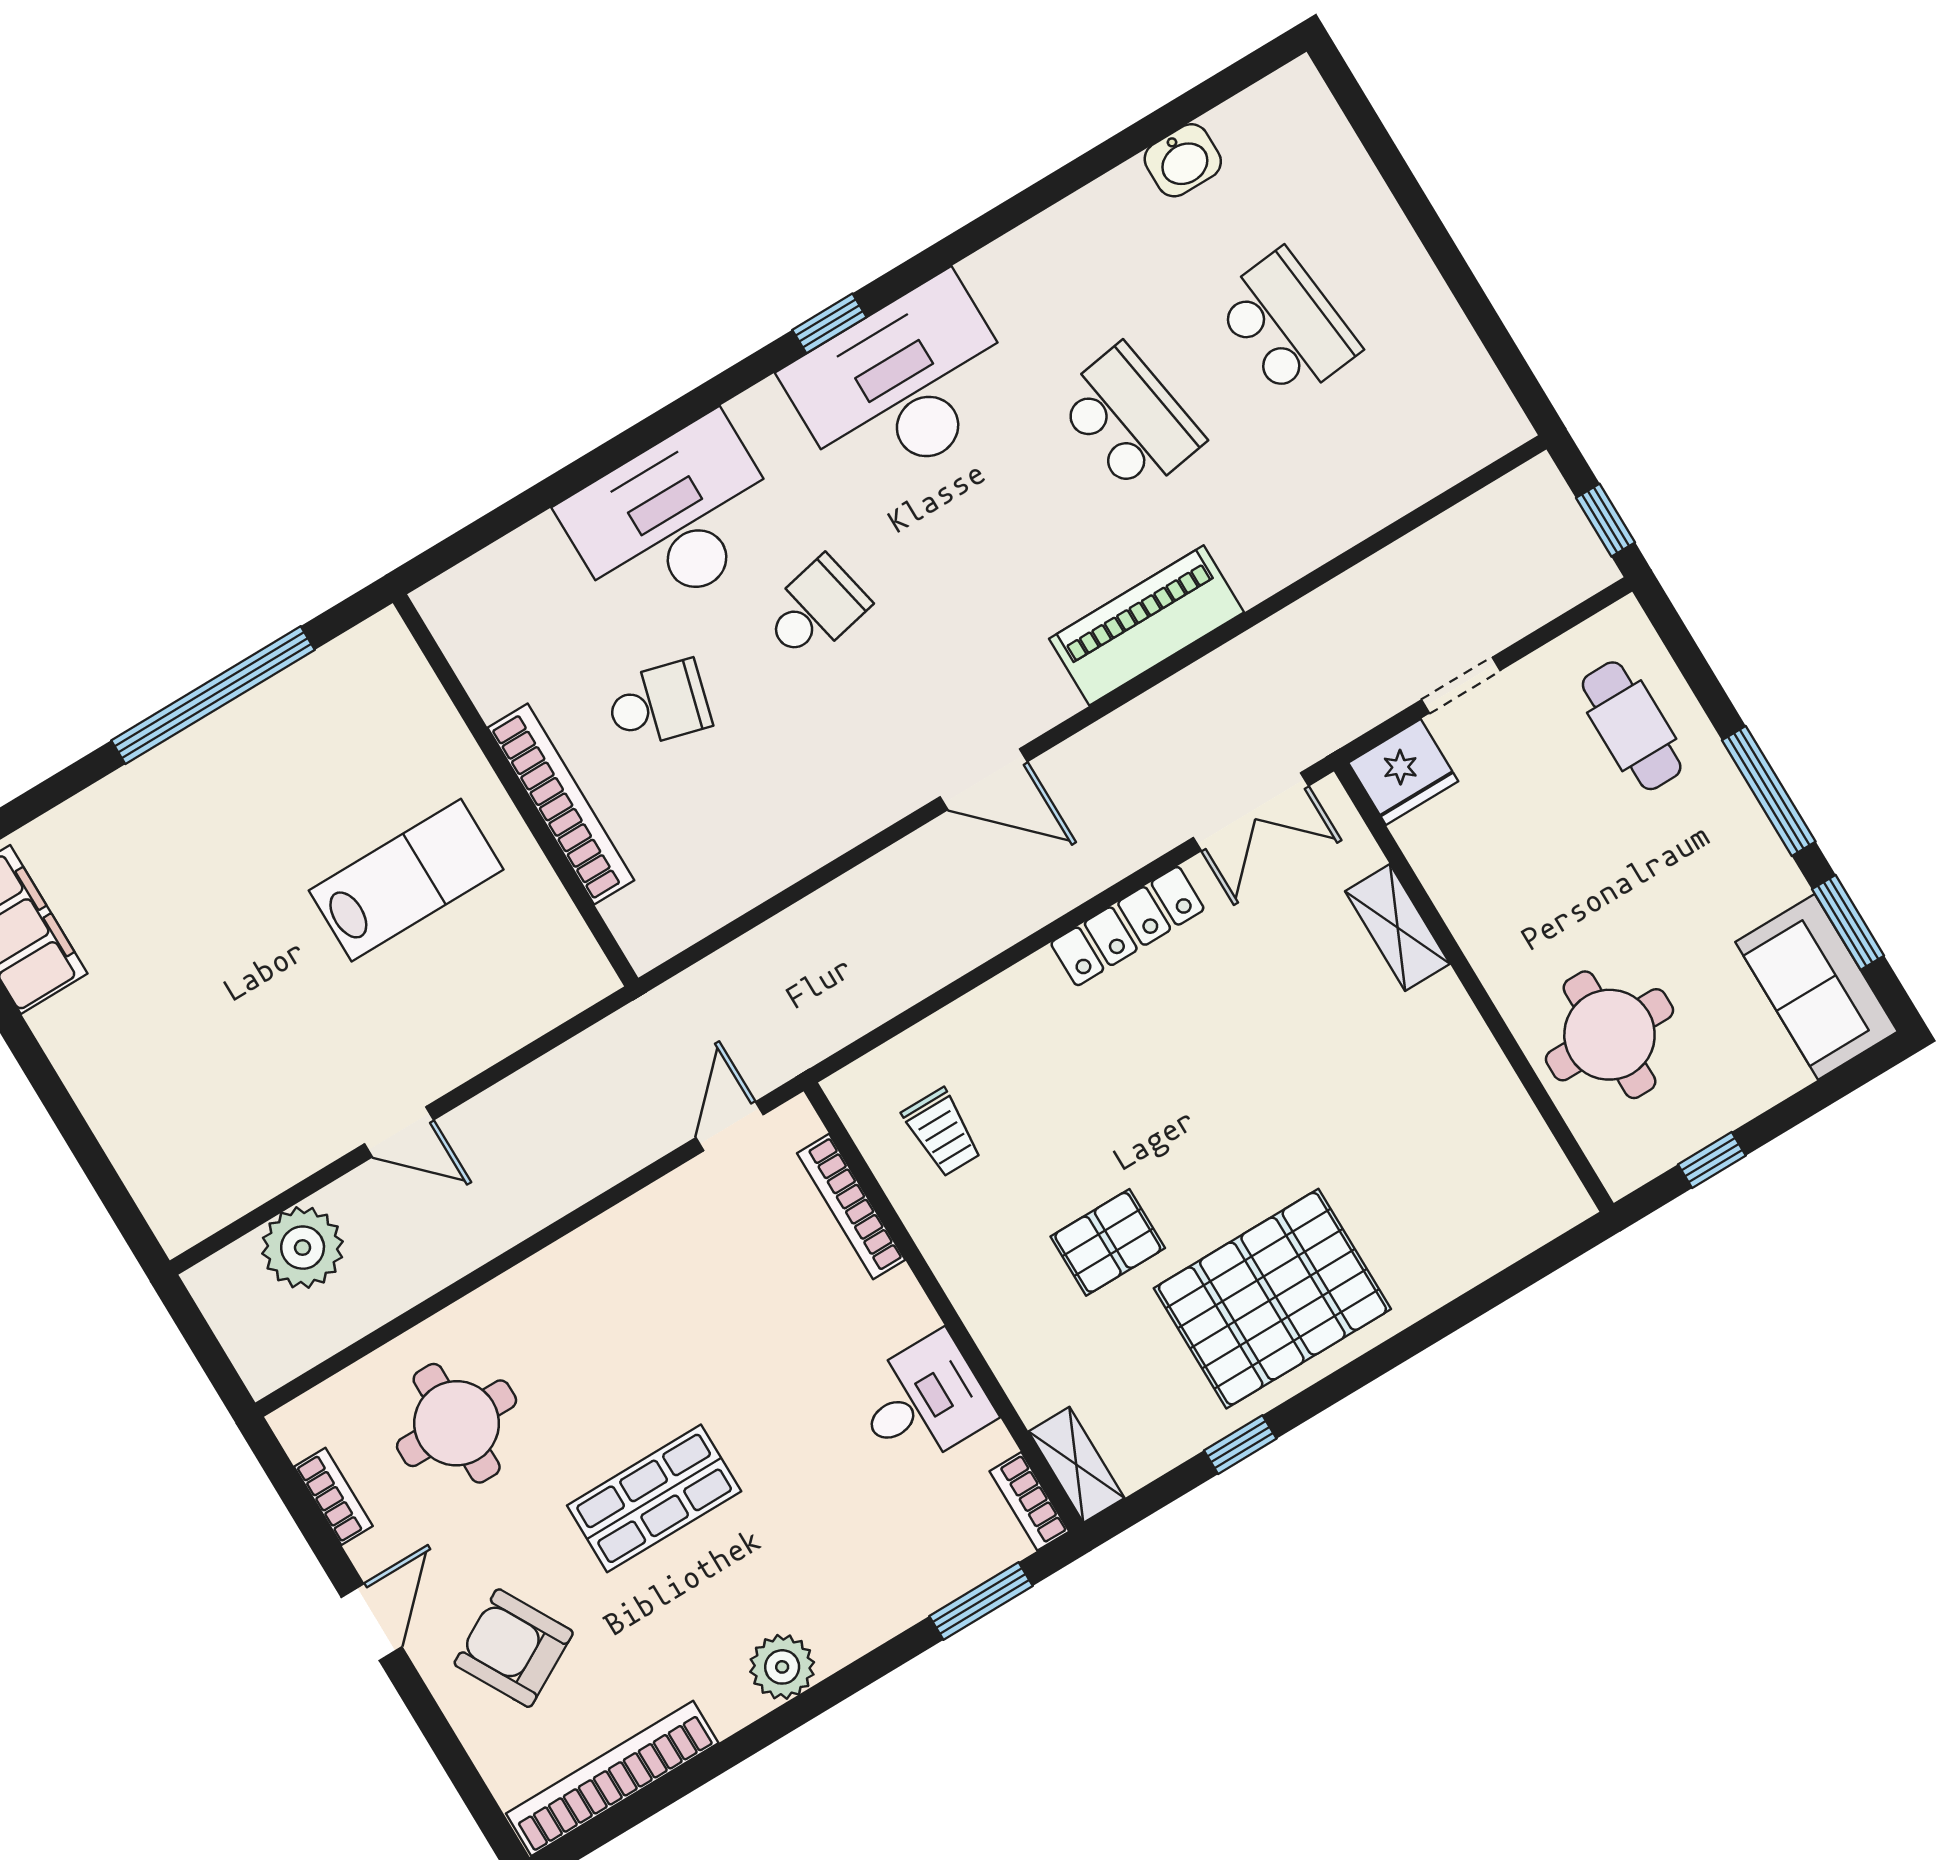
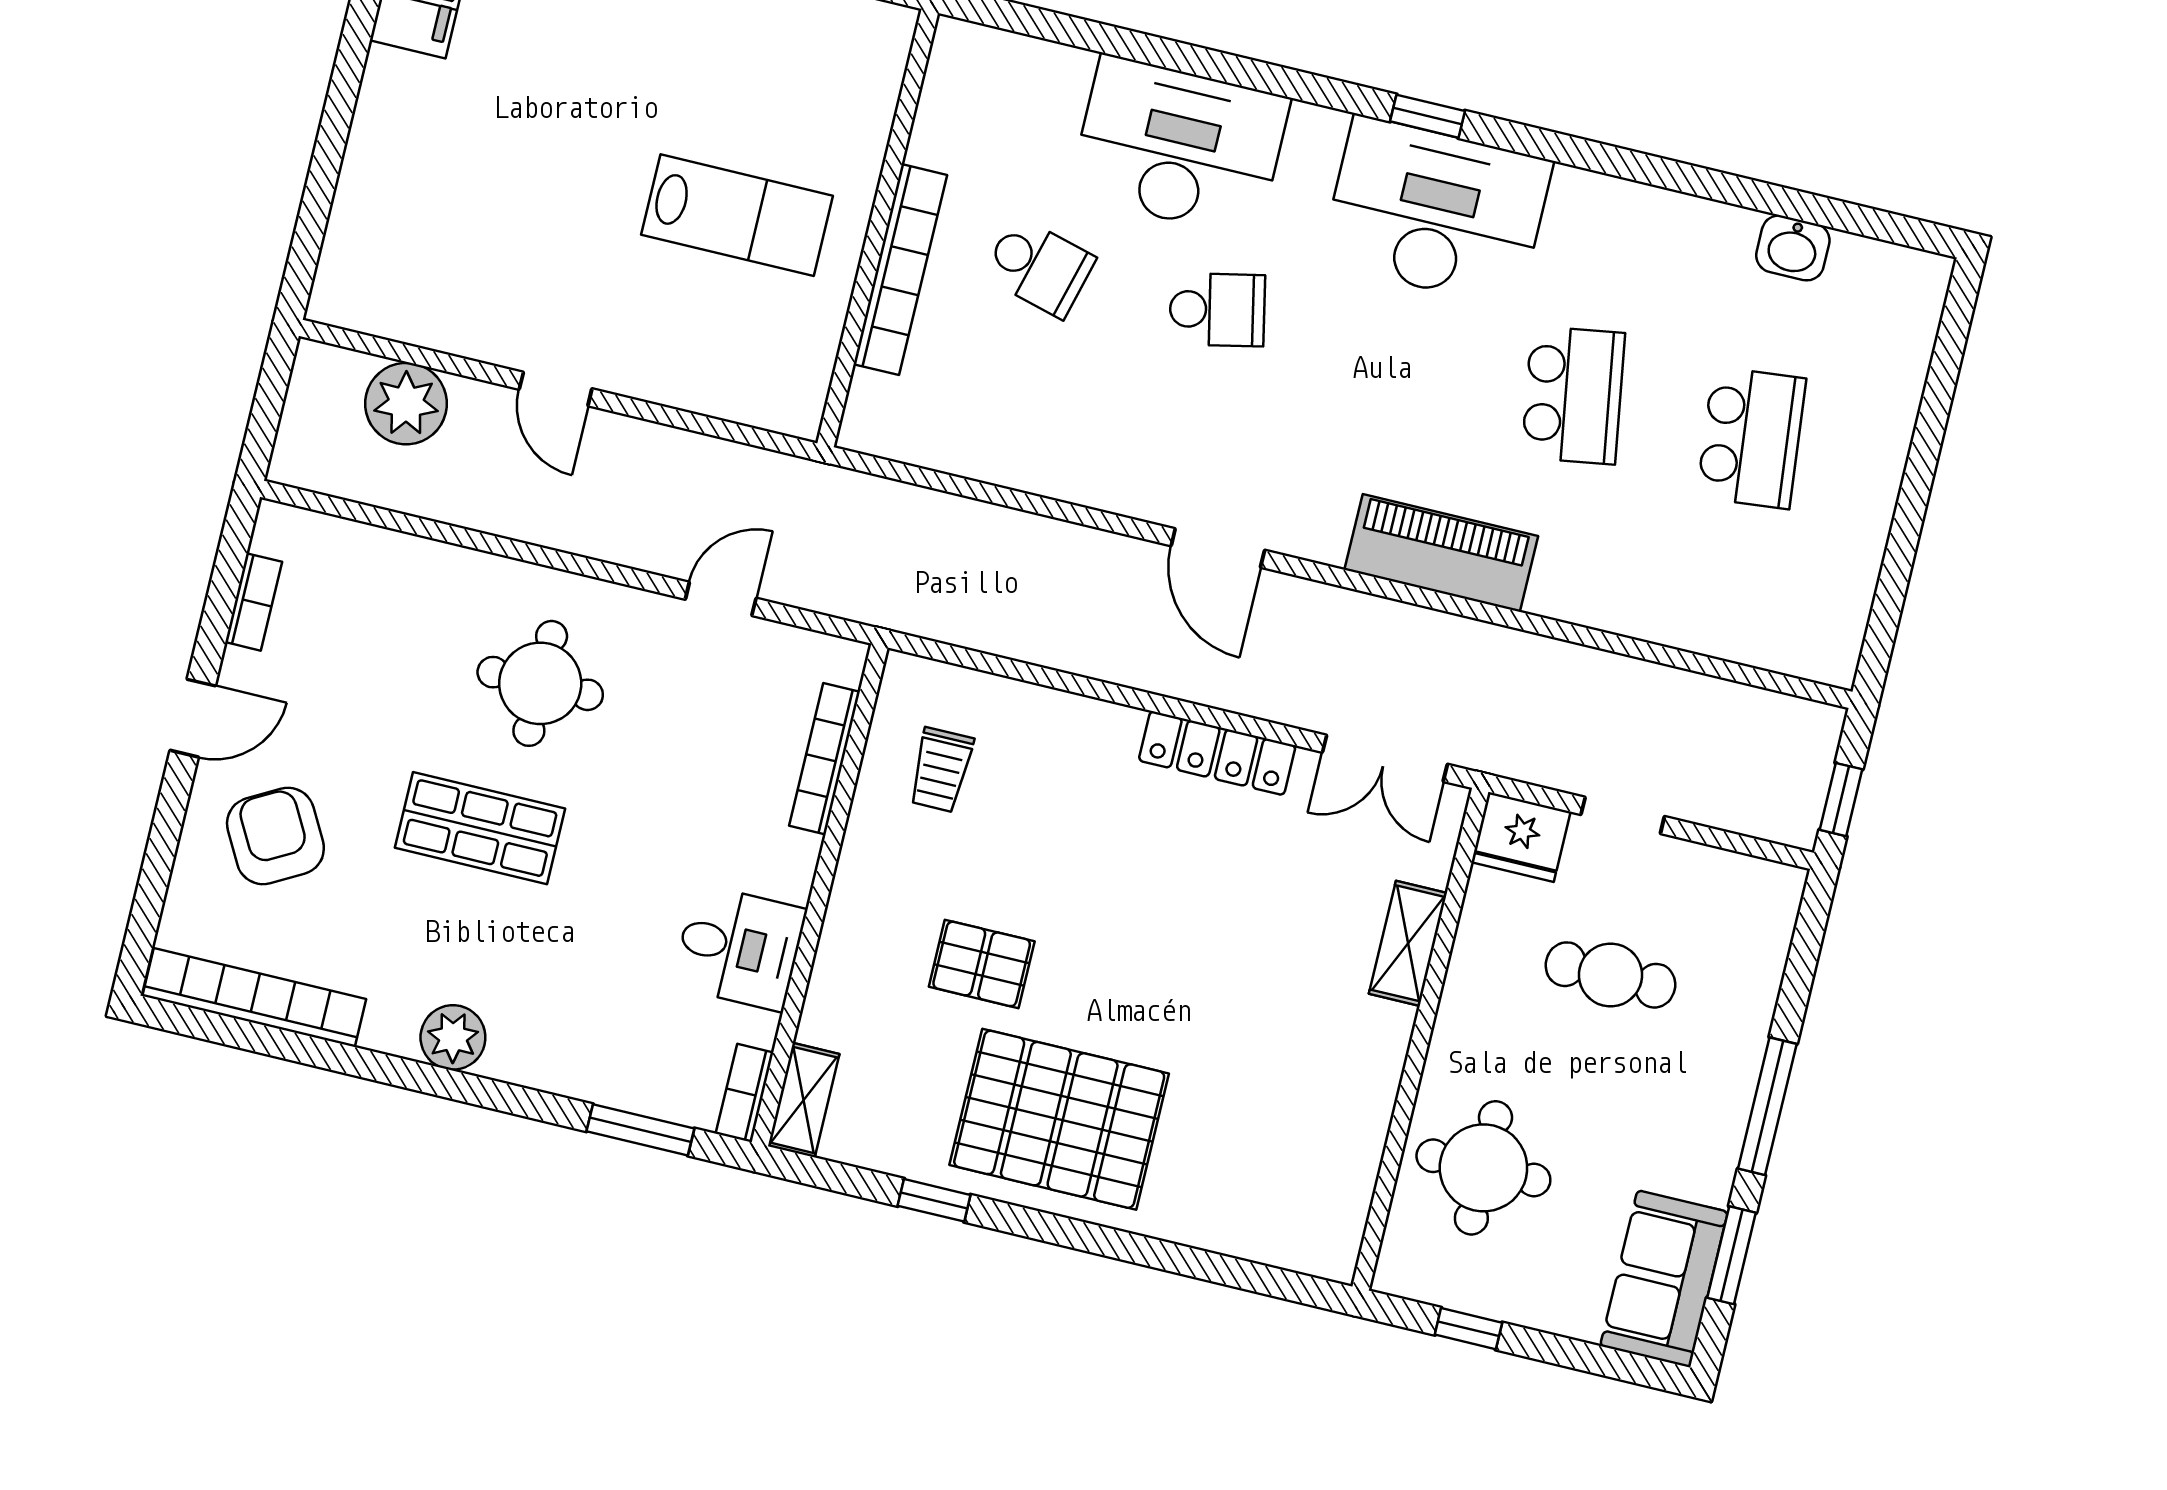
cafe table: (1632, 726) -> (1610, 975), moved, turned 90
door: (730, 1126) -> (721, 599), moved
round table: (457, 1423) -> (540, 683), moved

